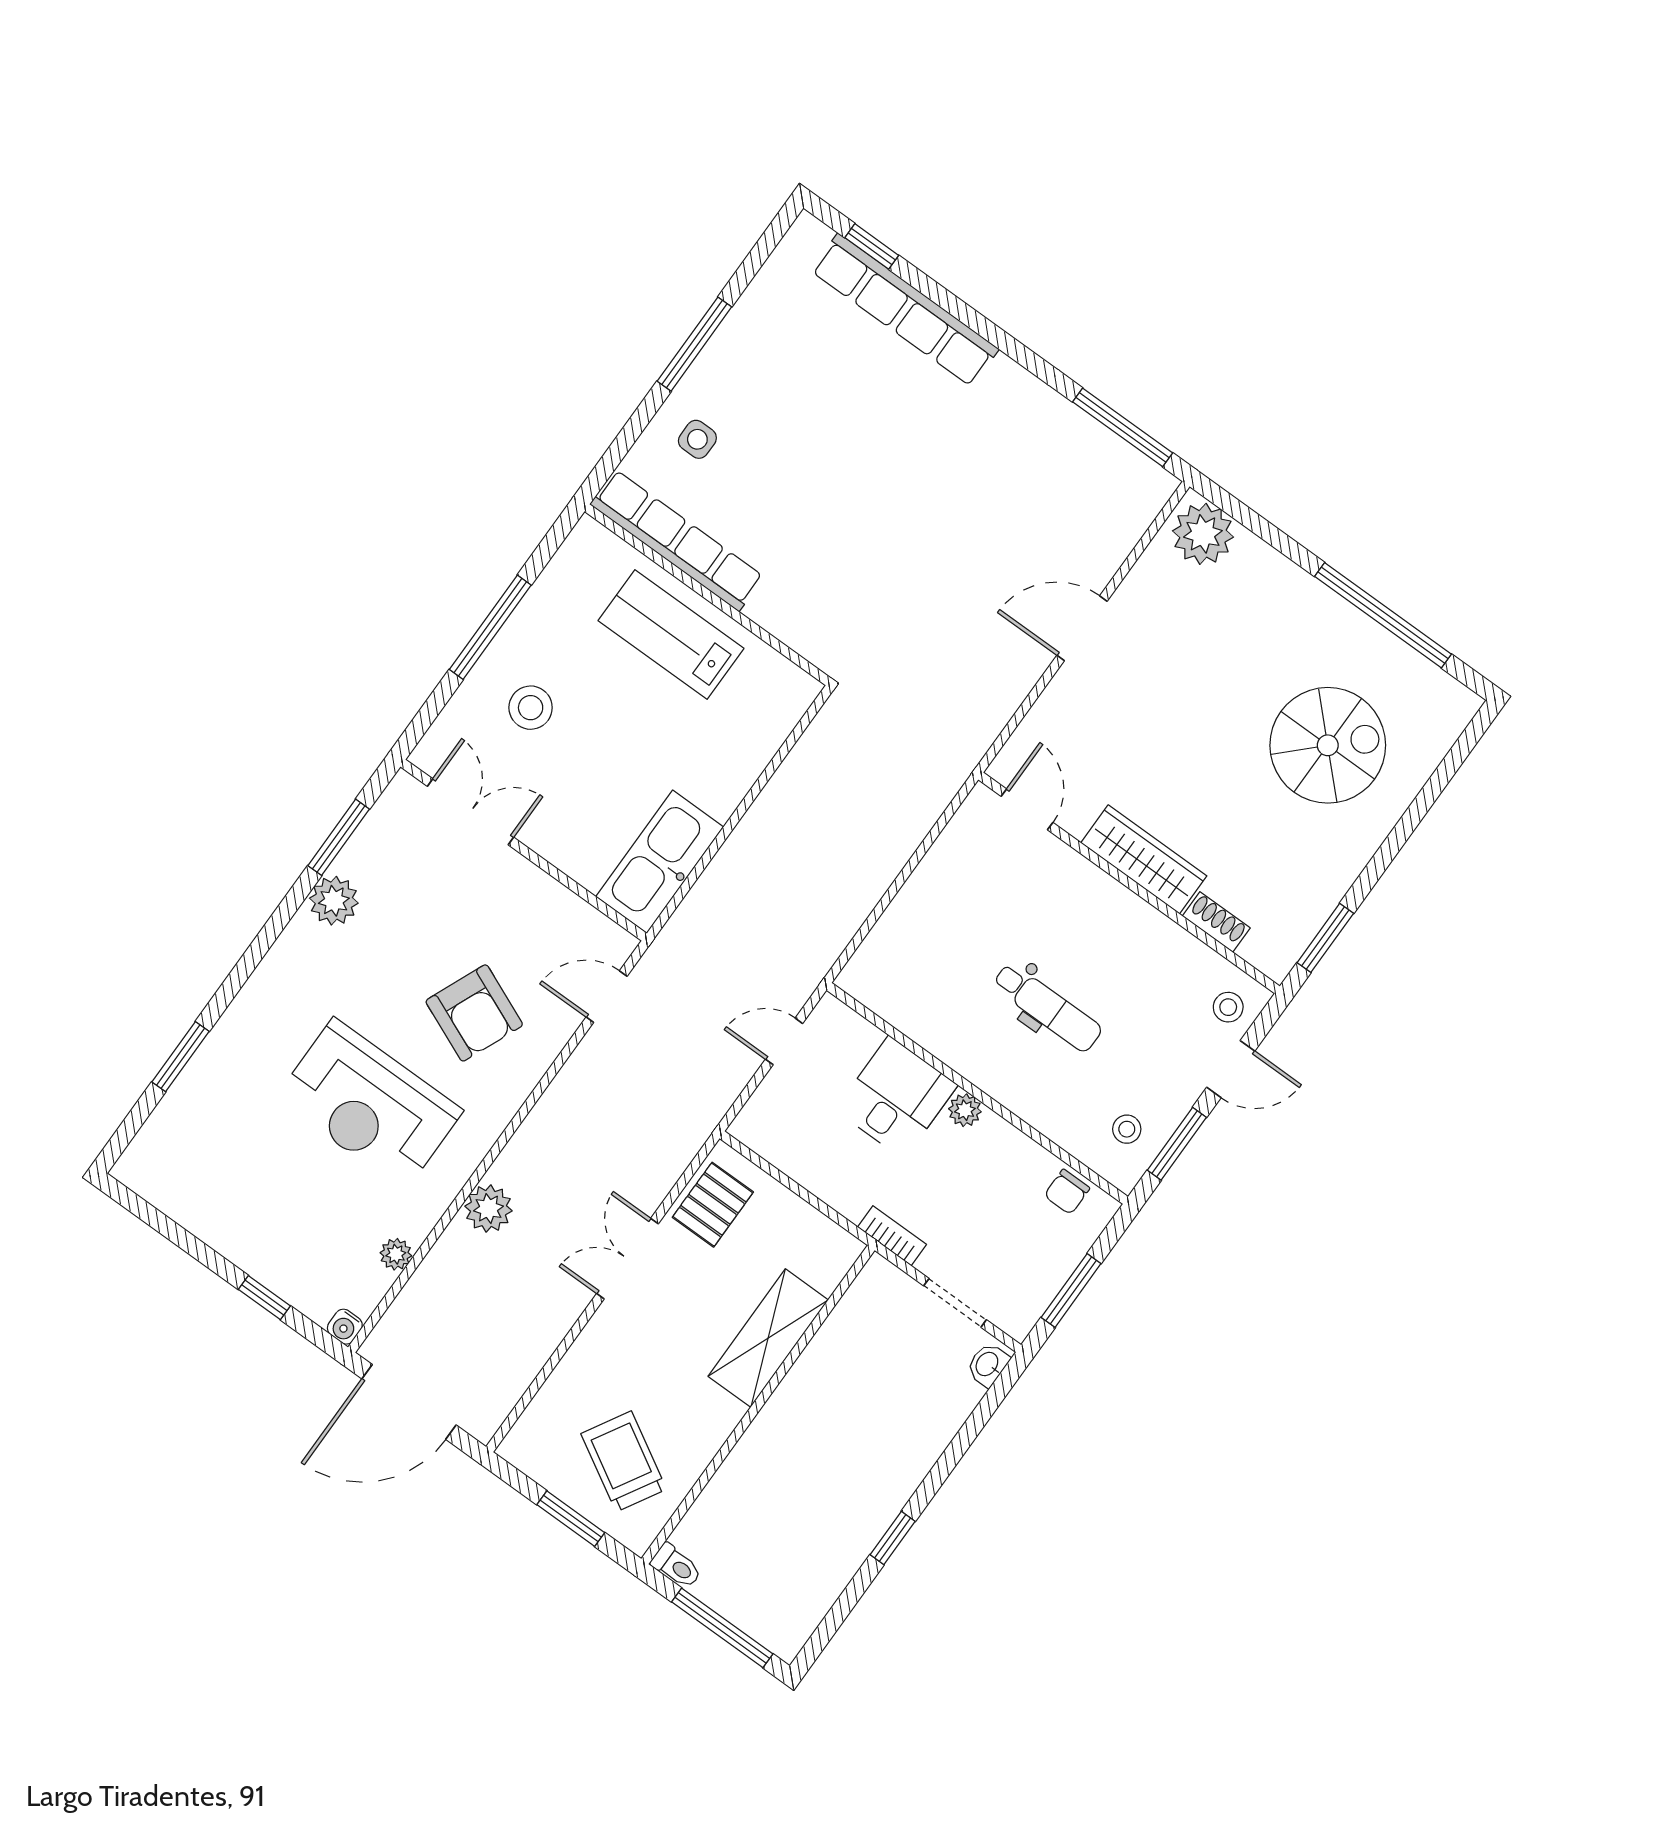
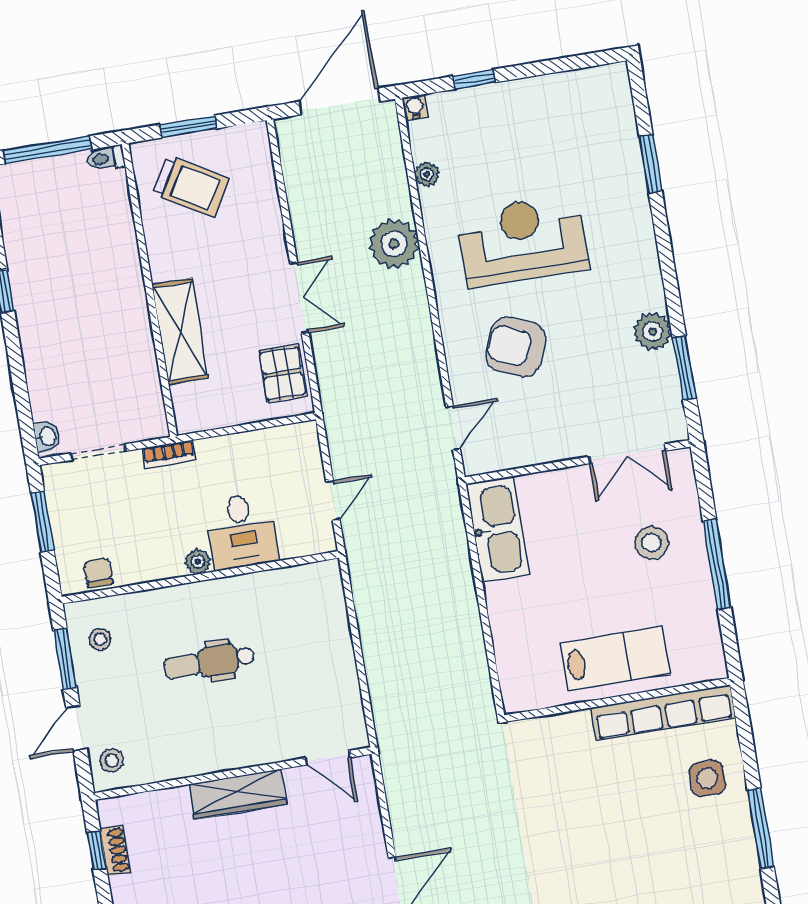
side table: (697, 439) -> (707, 778), width x1.37, depth x1.37
shoe rack: (1216, 922) -> (115, 850), moved, turned -90
window: (1325, 938) -> (97, 851), width x0.67
plant: (488, 1209) -> (394, 244), width x1.36, depth x1.36

